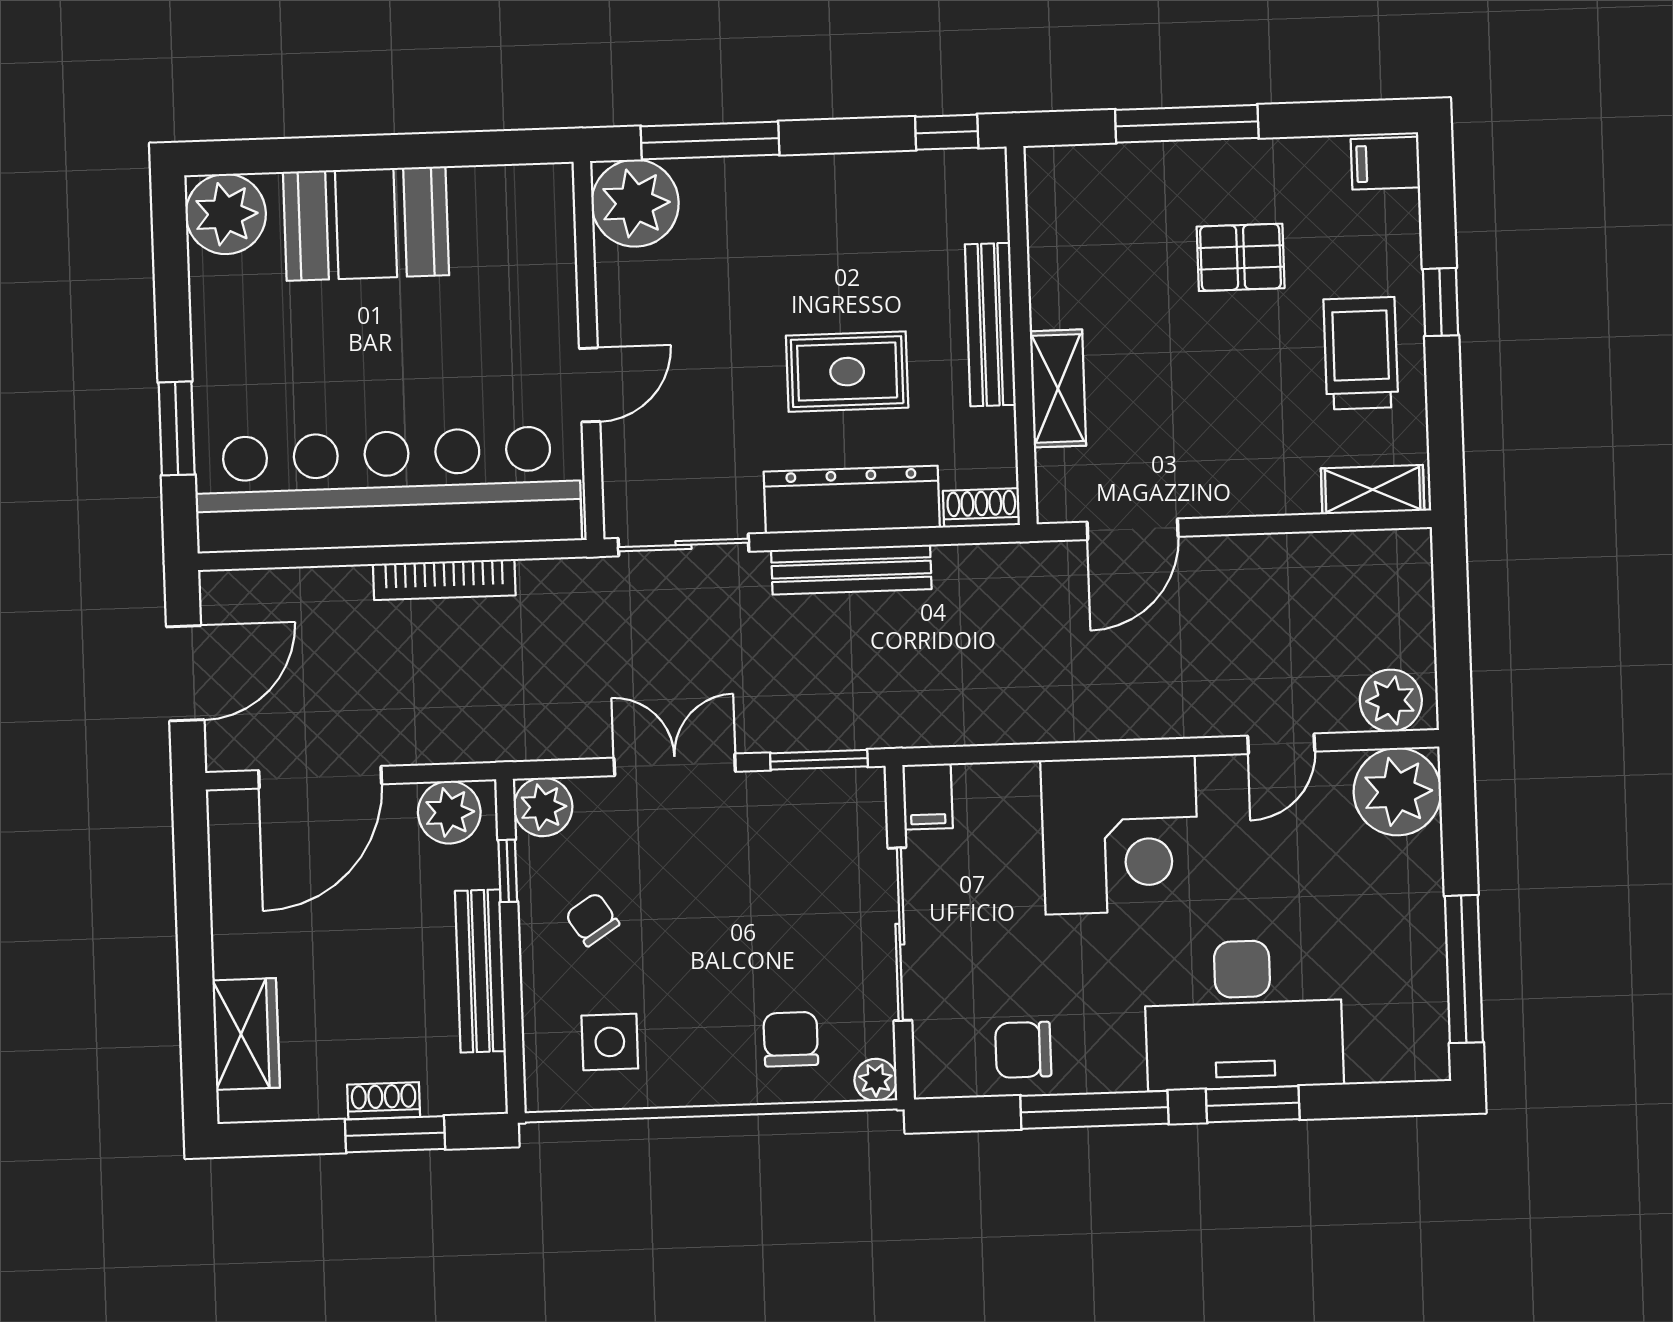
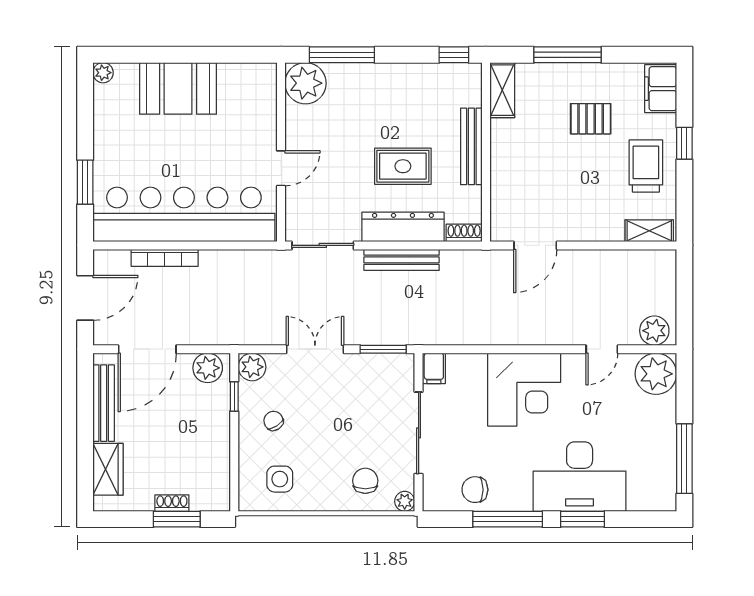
filing cabinet: (1385, 163) -> (661, 89), width x2.00
plant: (226, 214) -> (103, 73), width x0.53, depth x0.53
shelving: (1058, 388) -> (502, 90), moved
bookcase: (444, 580) -> (165, 258), moved
bench: (480, 971) -> (104, 403), moved

